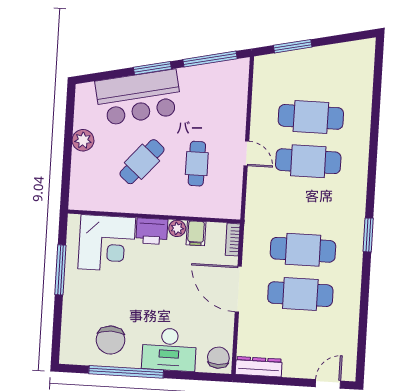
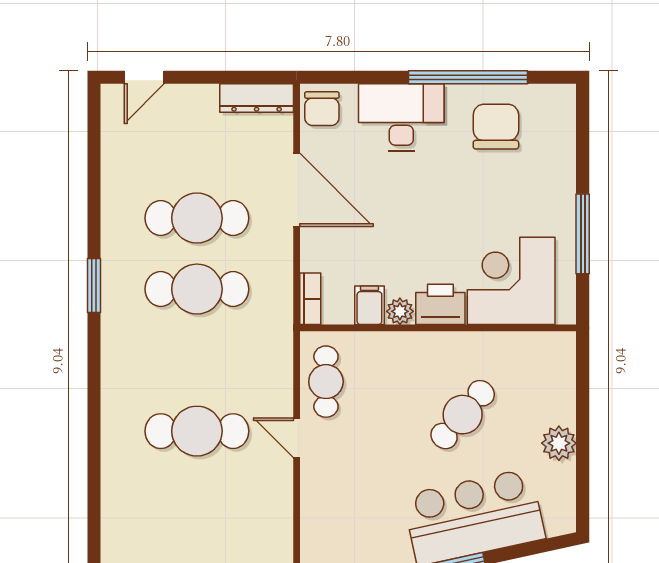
cafe table: (311, 117) -> (197, 502), removed
cafe table: (197, 164) -> (326, 382), moved
window: (368, 235) -> (94, 285), moved
door: (238, 289) -> (297, 190), moved

